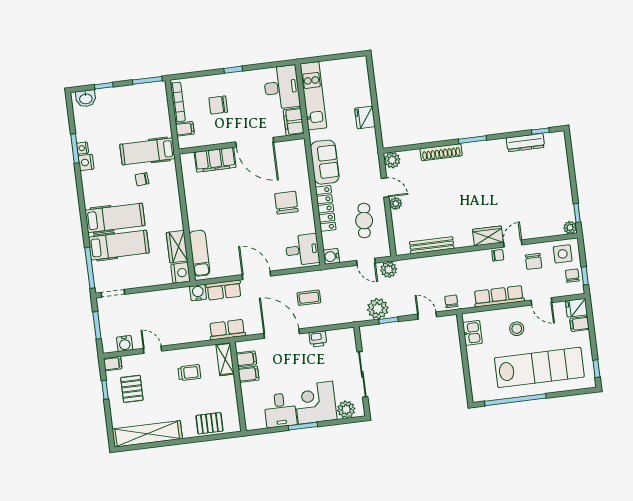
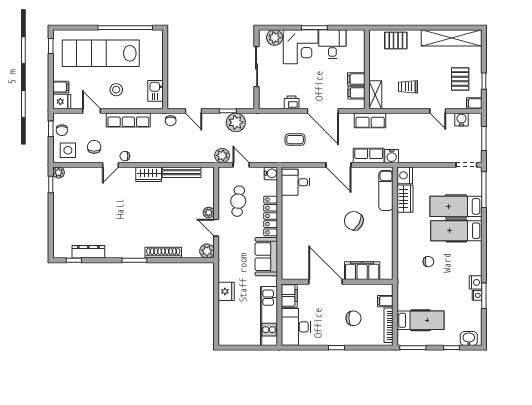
hospital bed: (147, 151) -> (421, 320), moved
chair: (286, 203) -> (354, 221), moved, turned 118
wardrobe: (488, 236) -> (149, 174), moved

